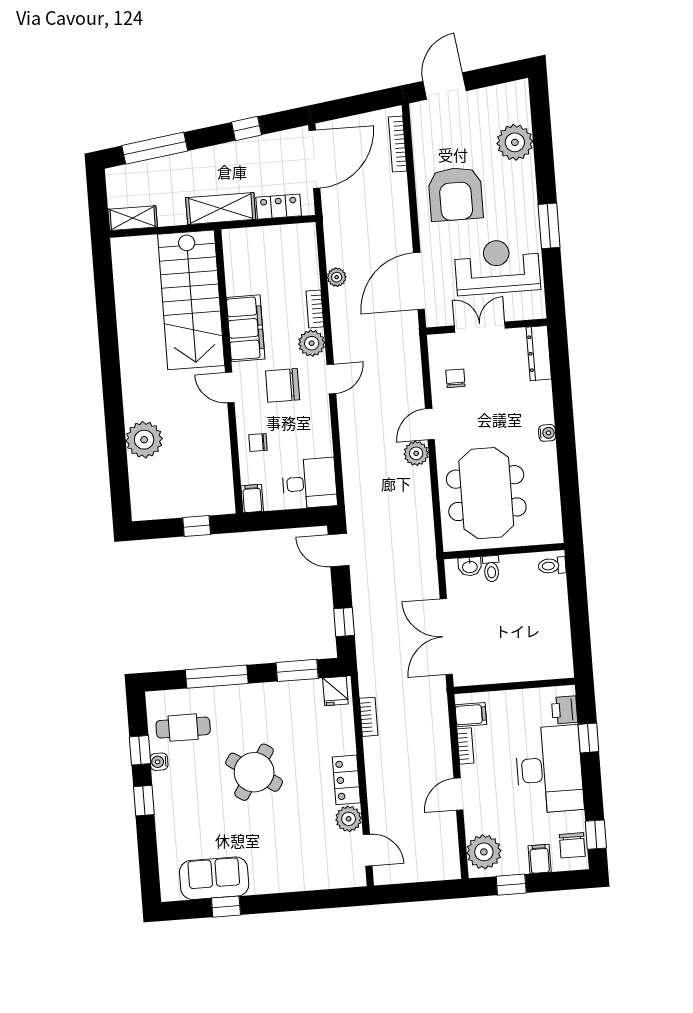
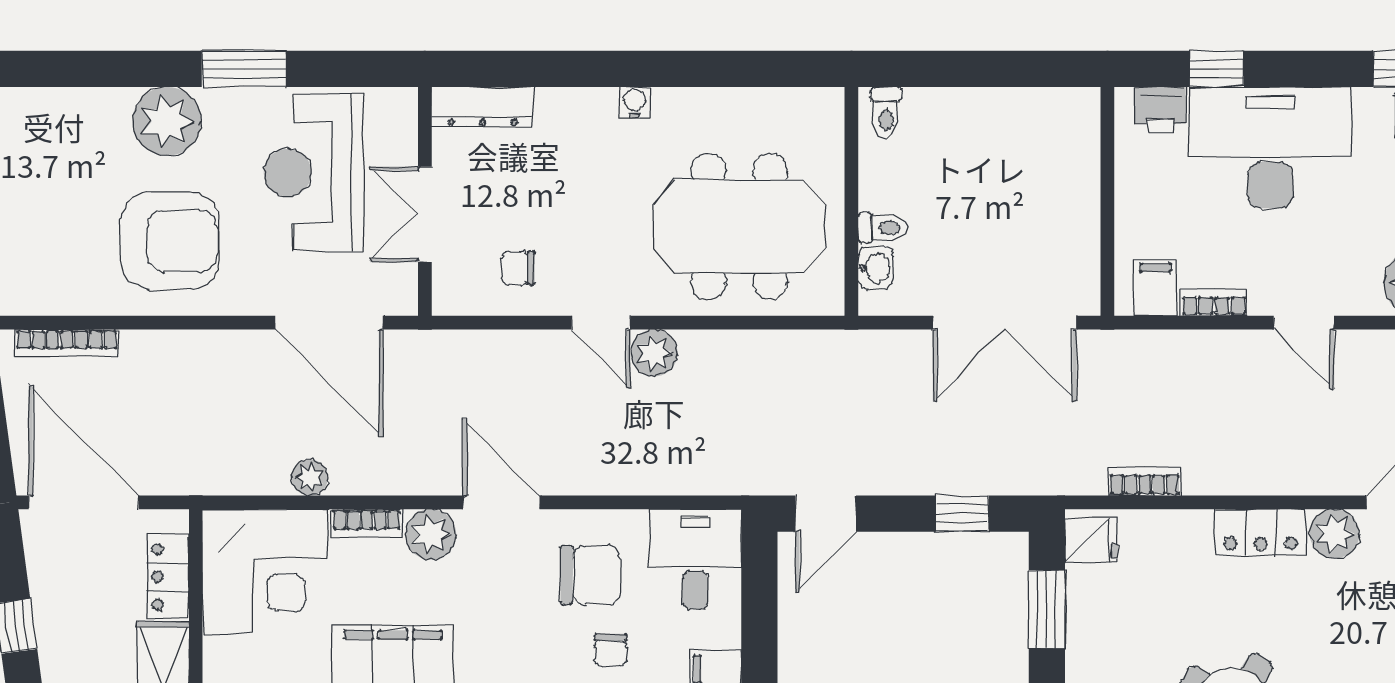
plant: (515, 142) -> (167, 121), moved
corner desk: (285, 257) -> (265, 572), added
door: (331, 379) -> (501, 502), width x1.37
chair: (283, 385) -> (591, 575), moved, turned -90

